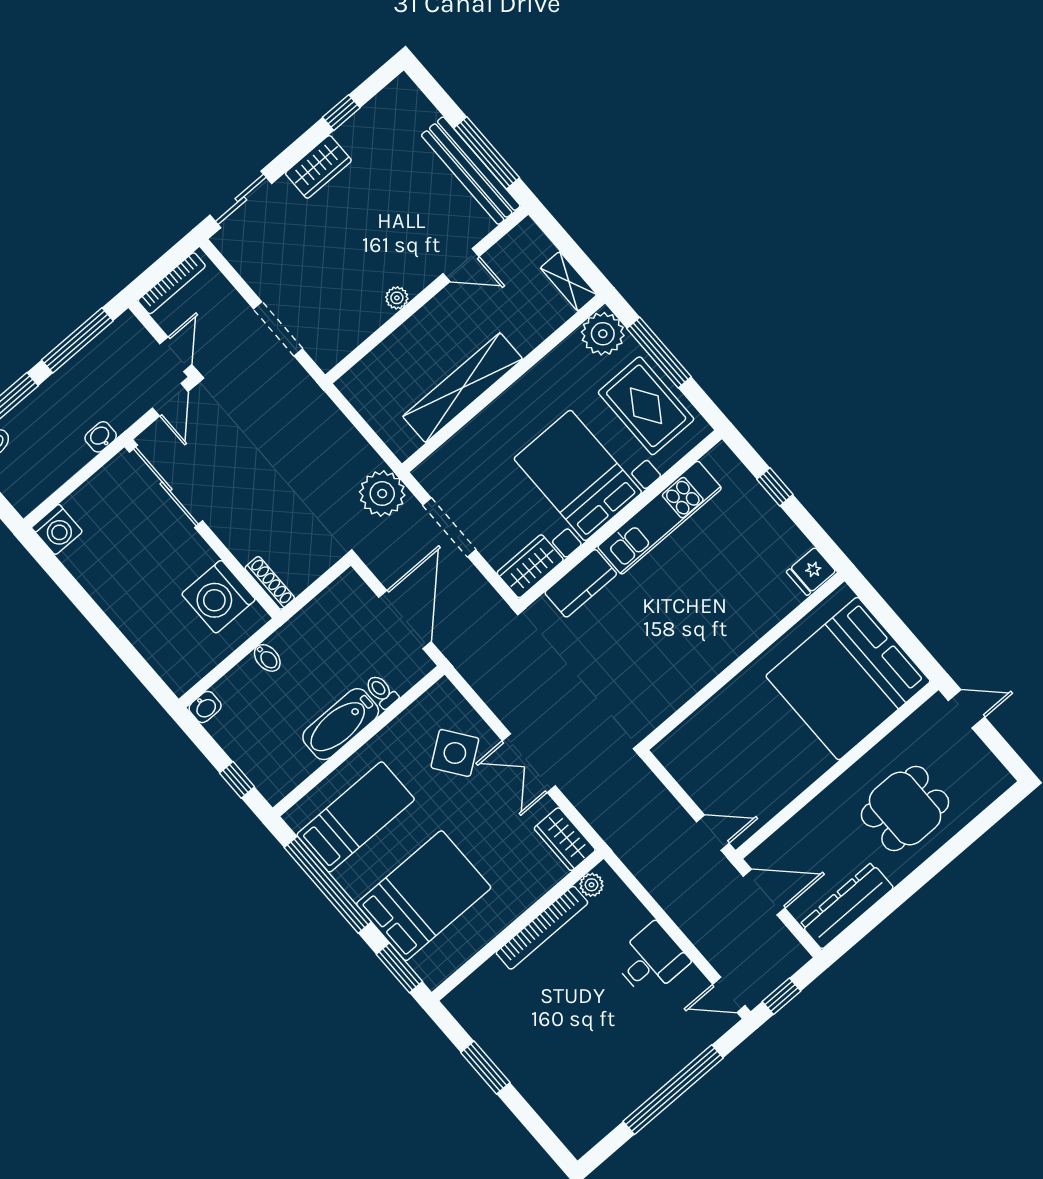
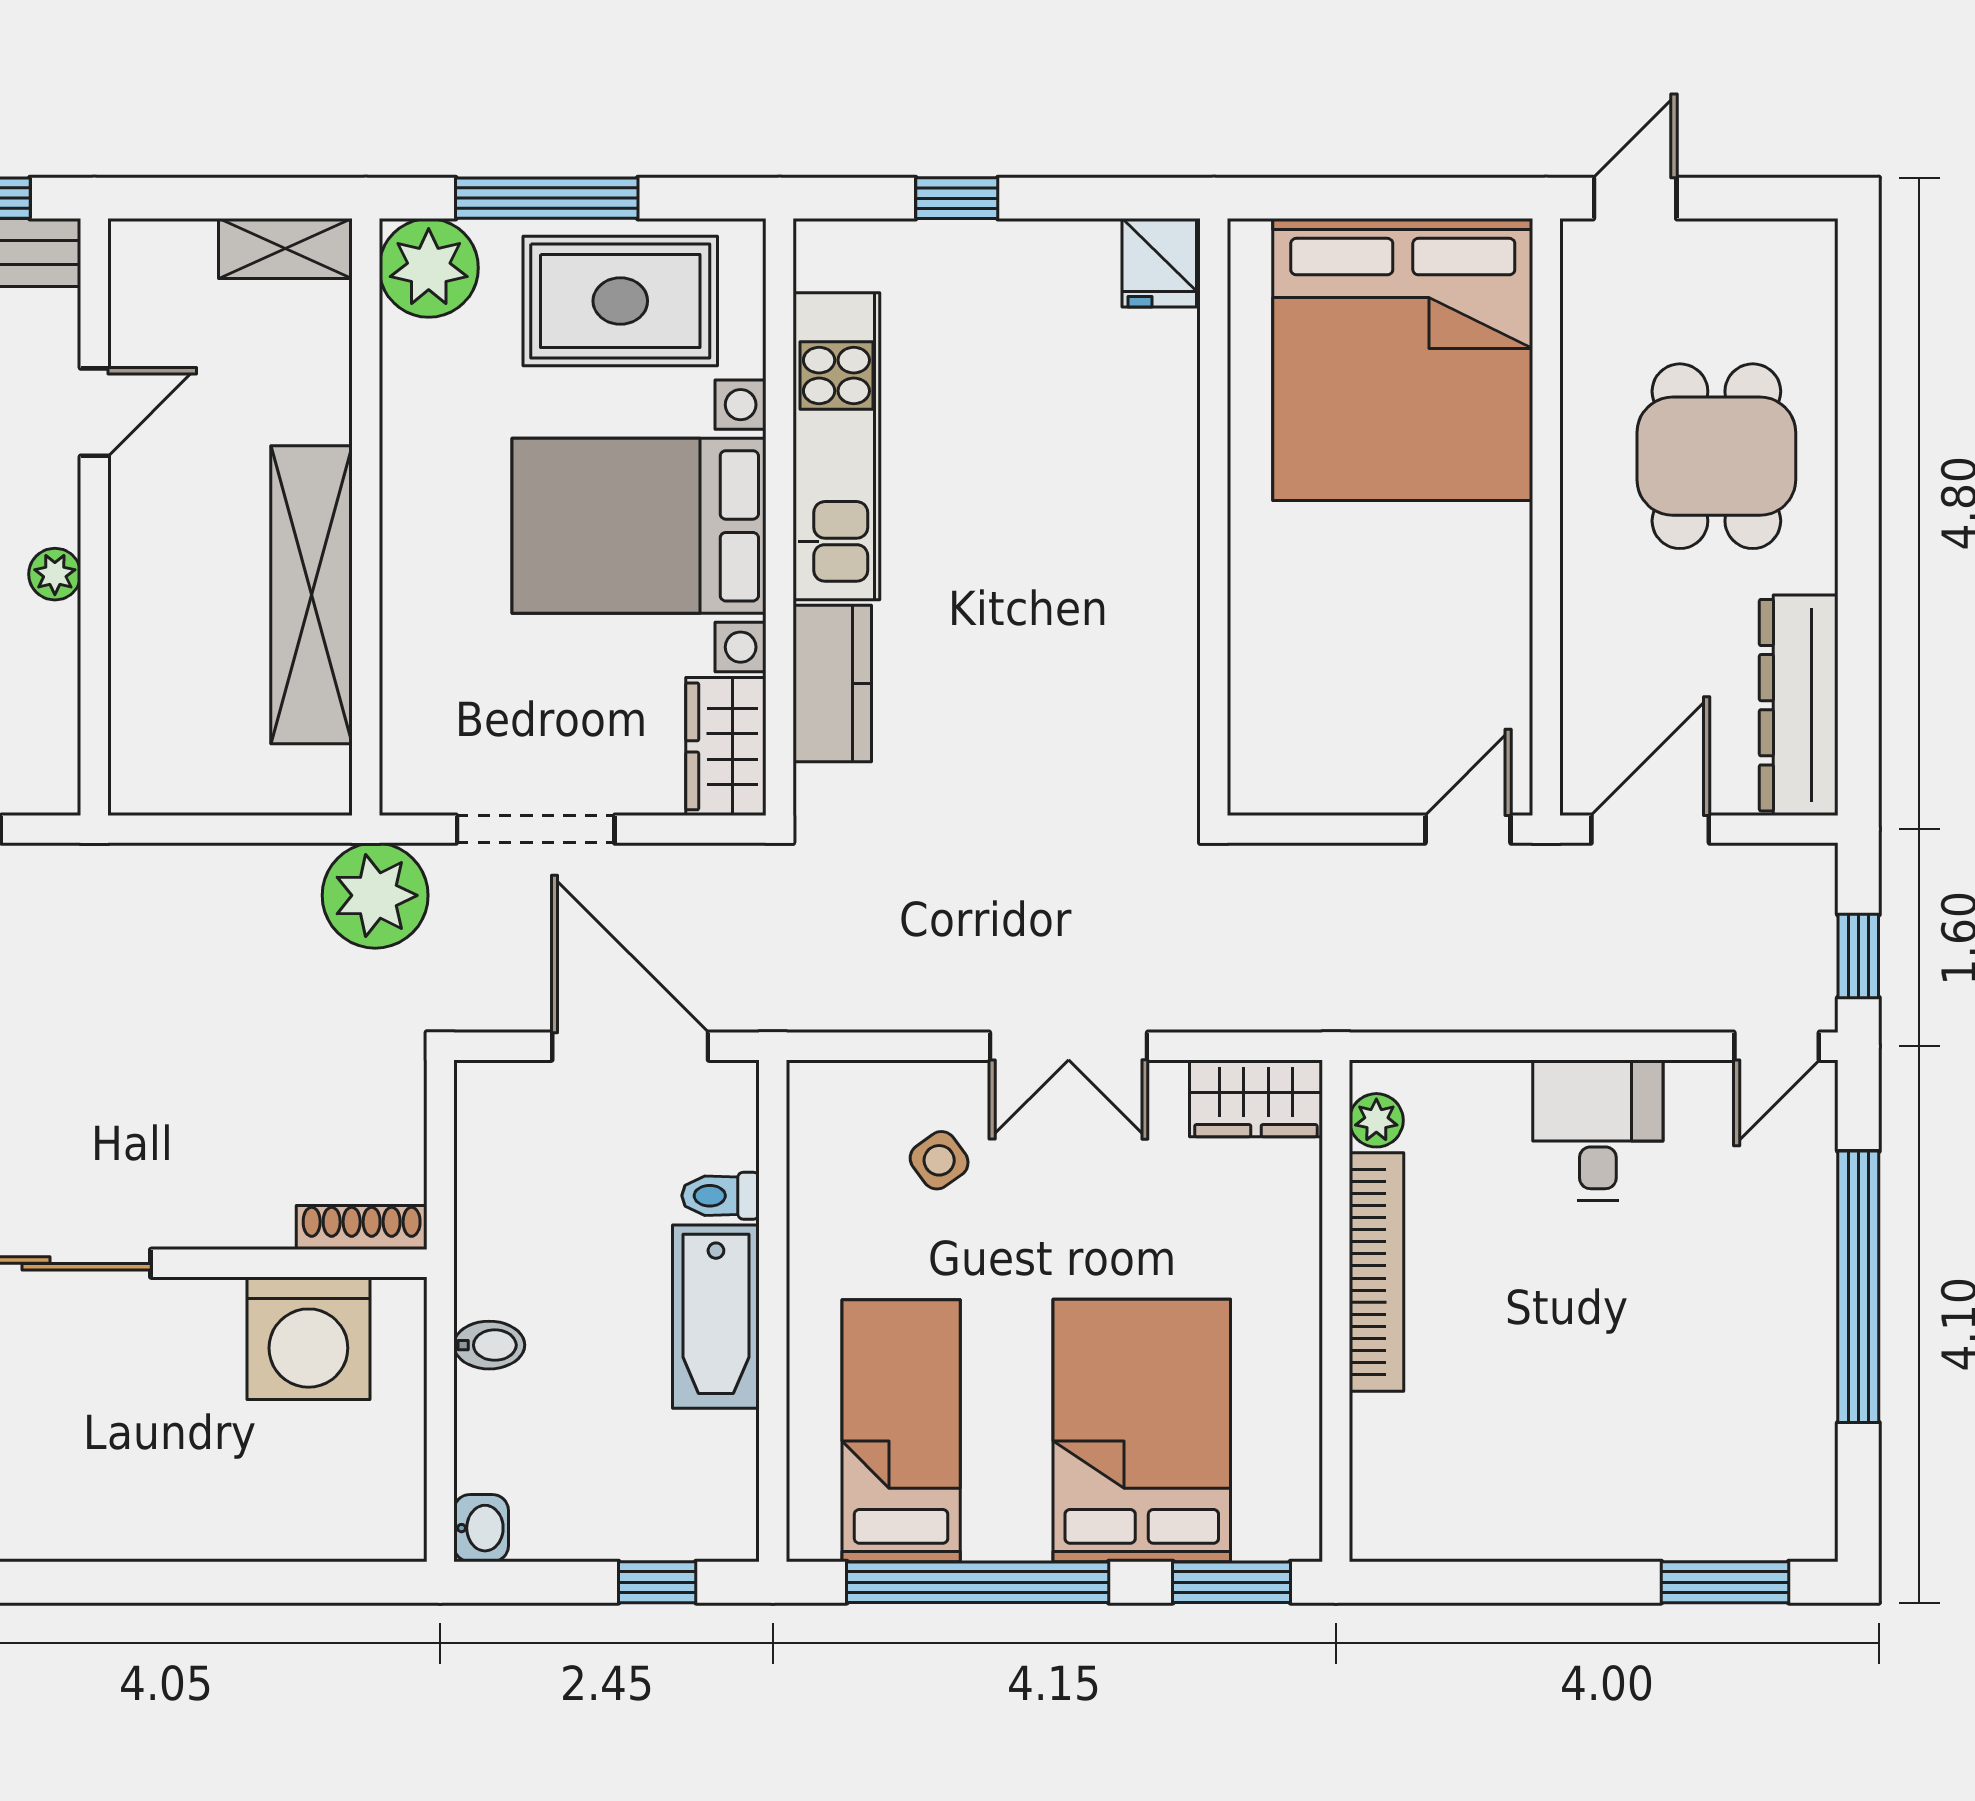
side table: (455, 753) -> (939, 1160), width x0.54, depth x0.54
window: (485, 1067) -> (1725, 1582), moved

